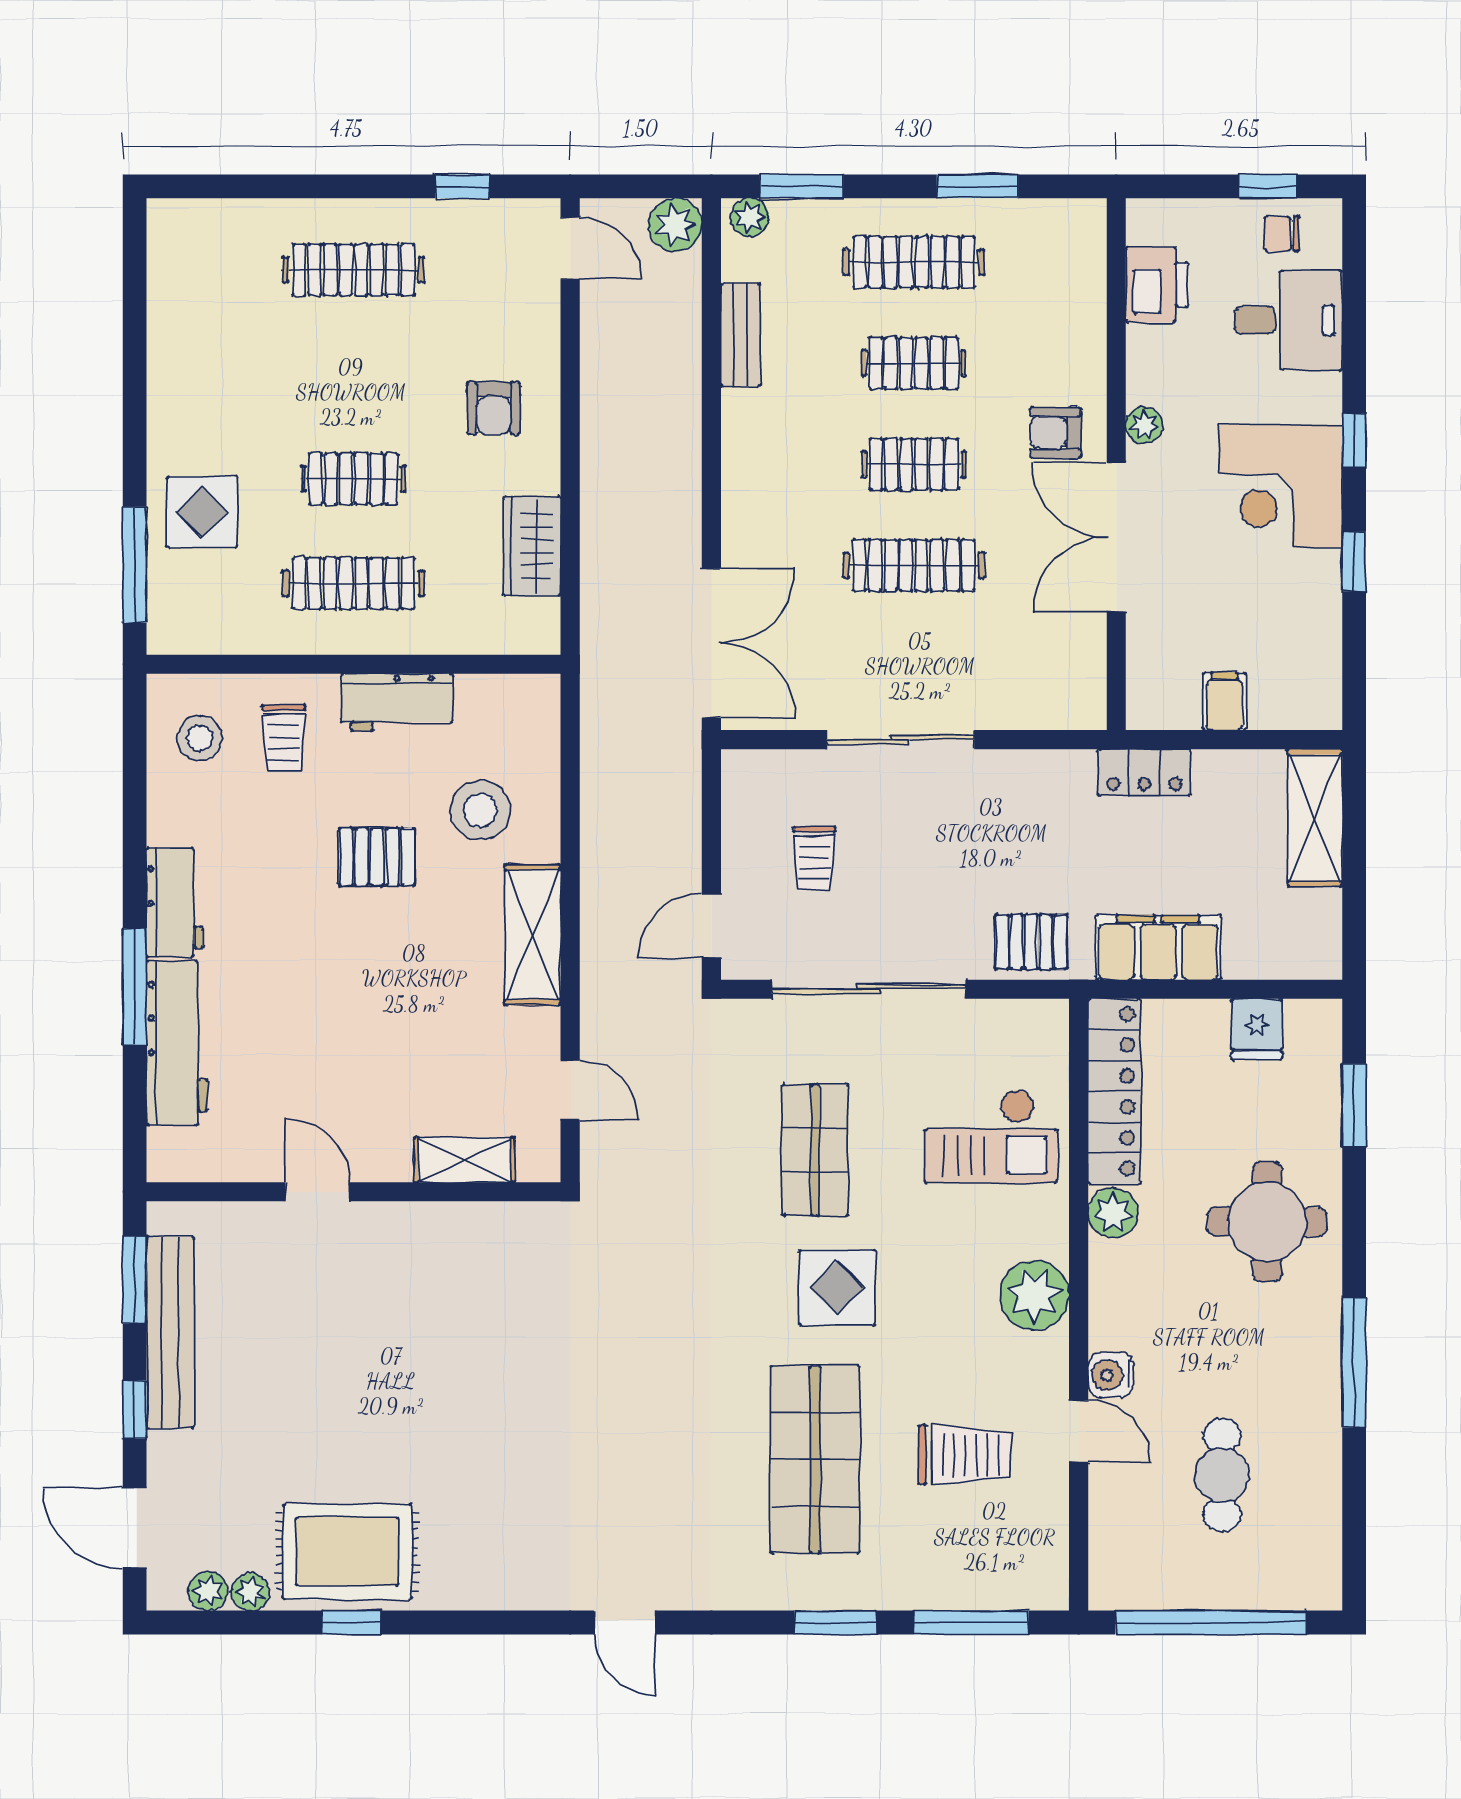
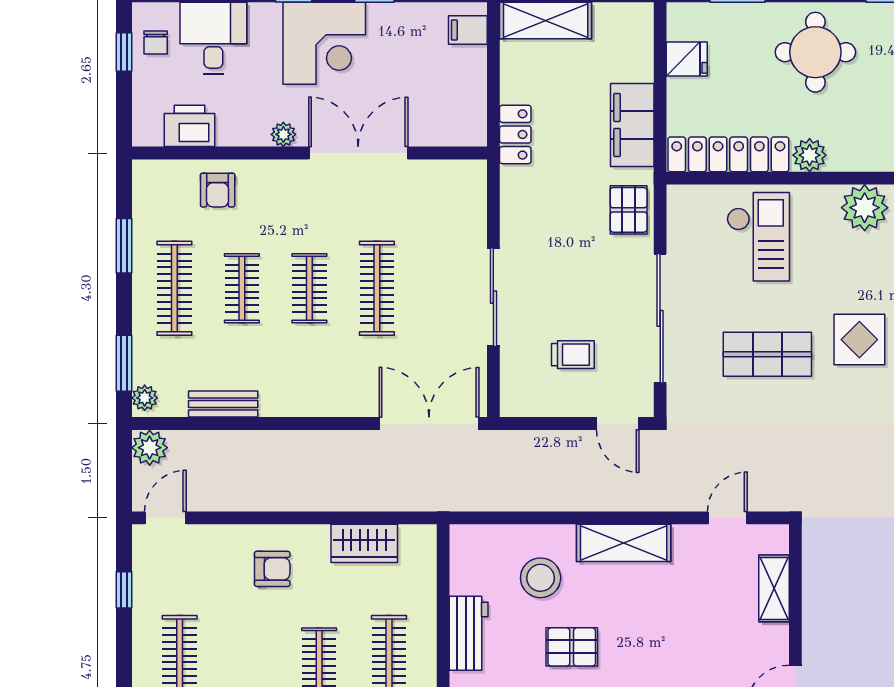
armchair: (1056, 433) -> (218, 190), moved
double door: (1116, 537) -> (358, 153), swing flipped
filing cabinet: (1224, 701) -> (468, 30), moved
pallet: (377, 857) -> (572, 647), turned 90

